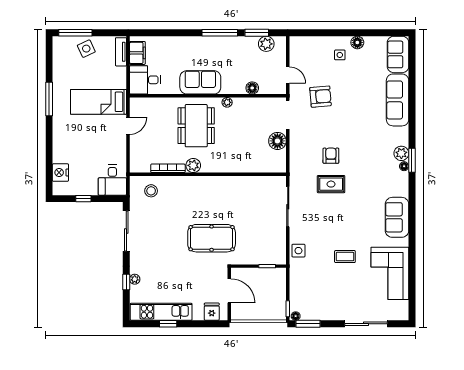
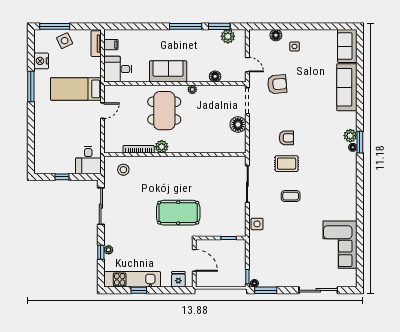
floor lamp: (357, 42) -> (276, 35), moved
filing cabinet: (137, 53) -> (111, 45), width x0.50
armchair: (331, 156) -> (286, 138), turned 90
nightstand: (60, 173) -> (41, 61), moved
sofa: (397, 217) -> (346, 194), removed
coffee table: (345, 257) -> (291, 196), moved

